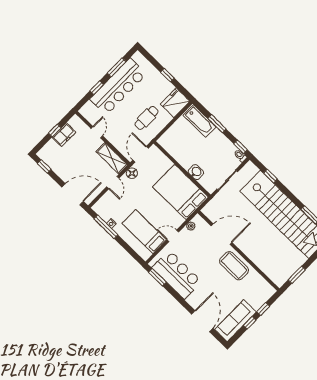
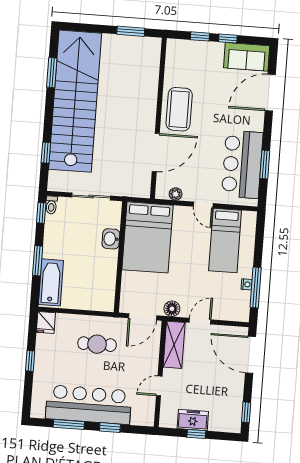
fridge: (175, 103) -> (46, 322), width x0.53, depth x0.75
door: (222, 234) -> (156, 153), swing flipped
window: (157, 277) -> (265, 165), moved
sofa: (235, 321) -> (247, 57), width x0.73

